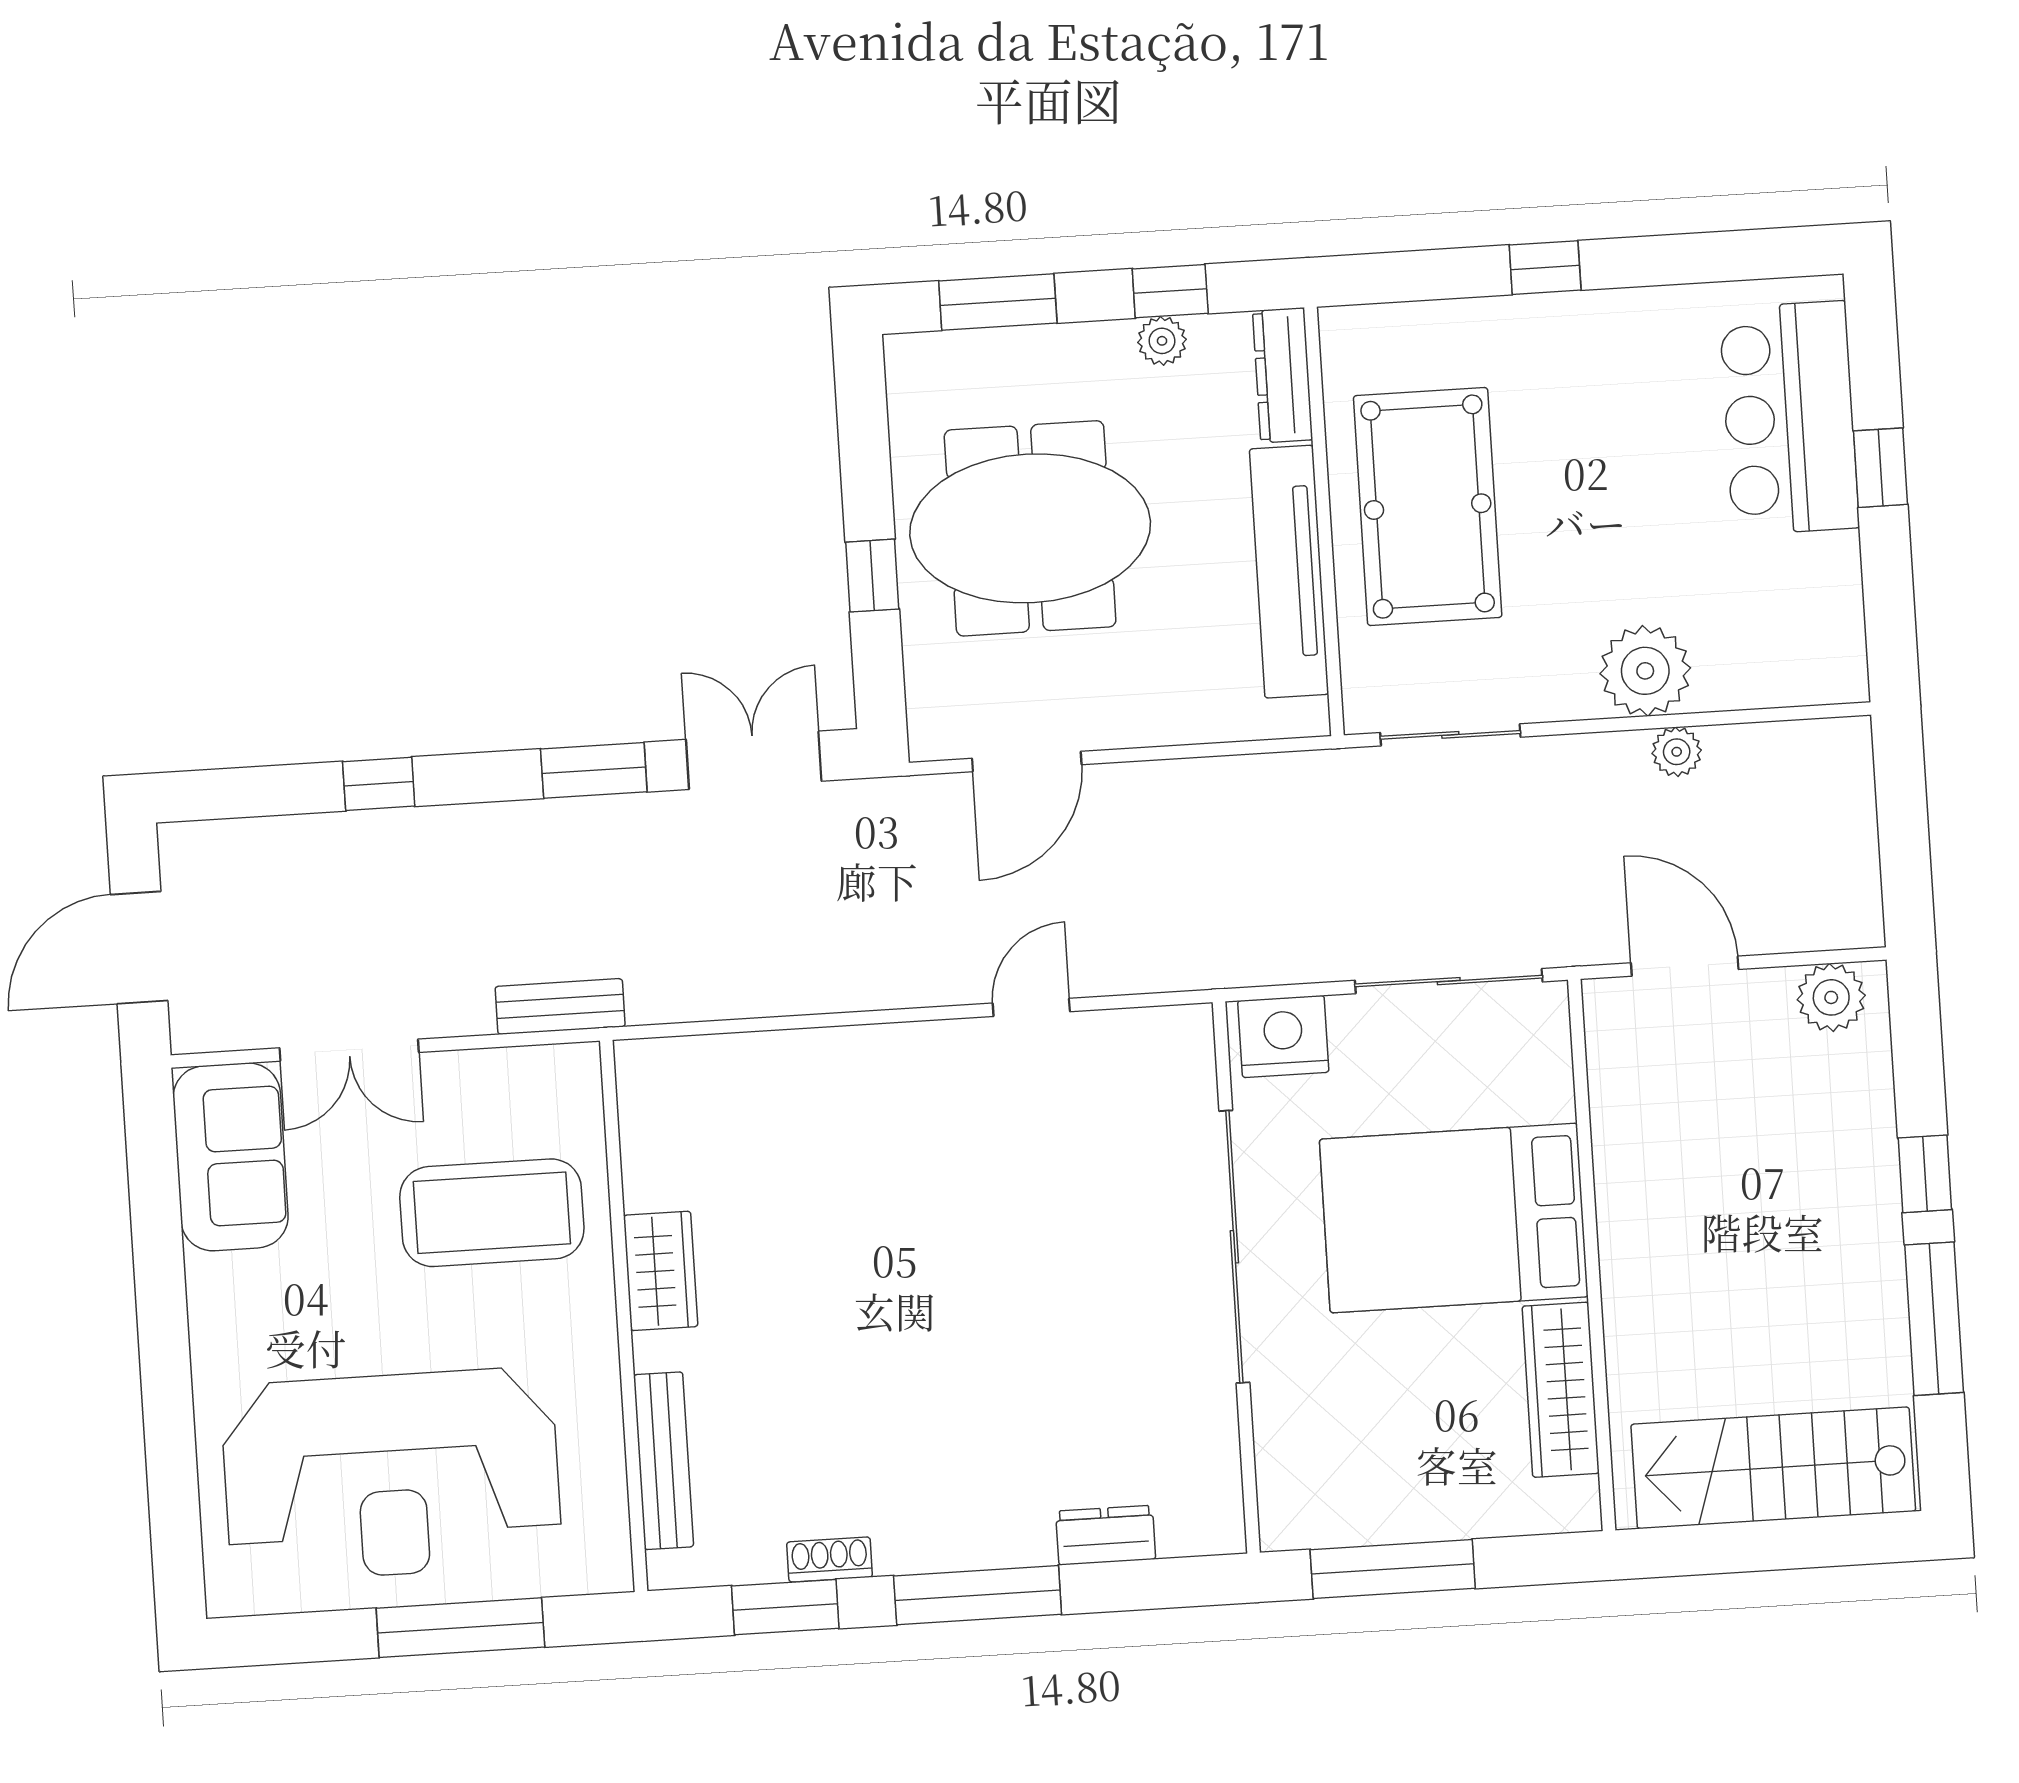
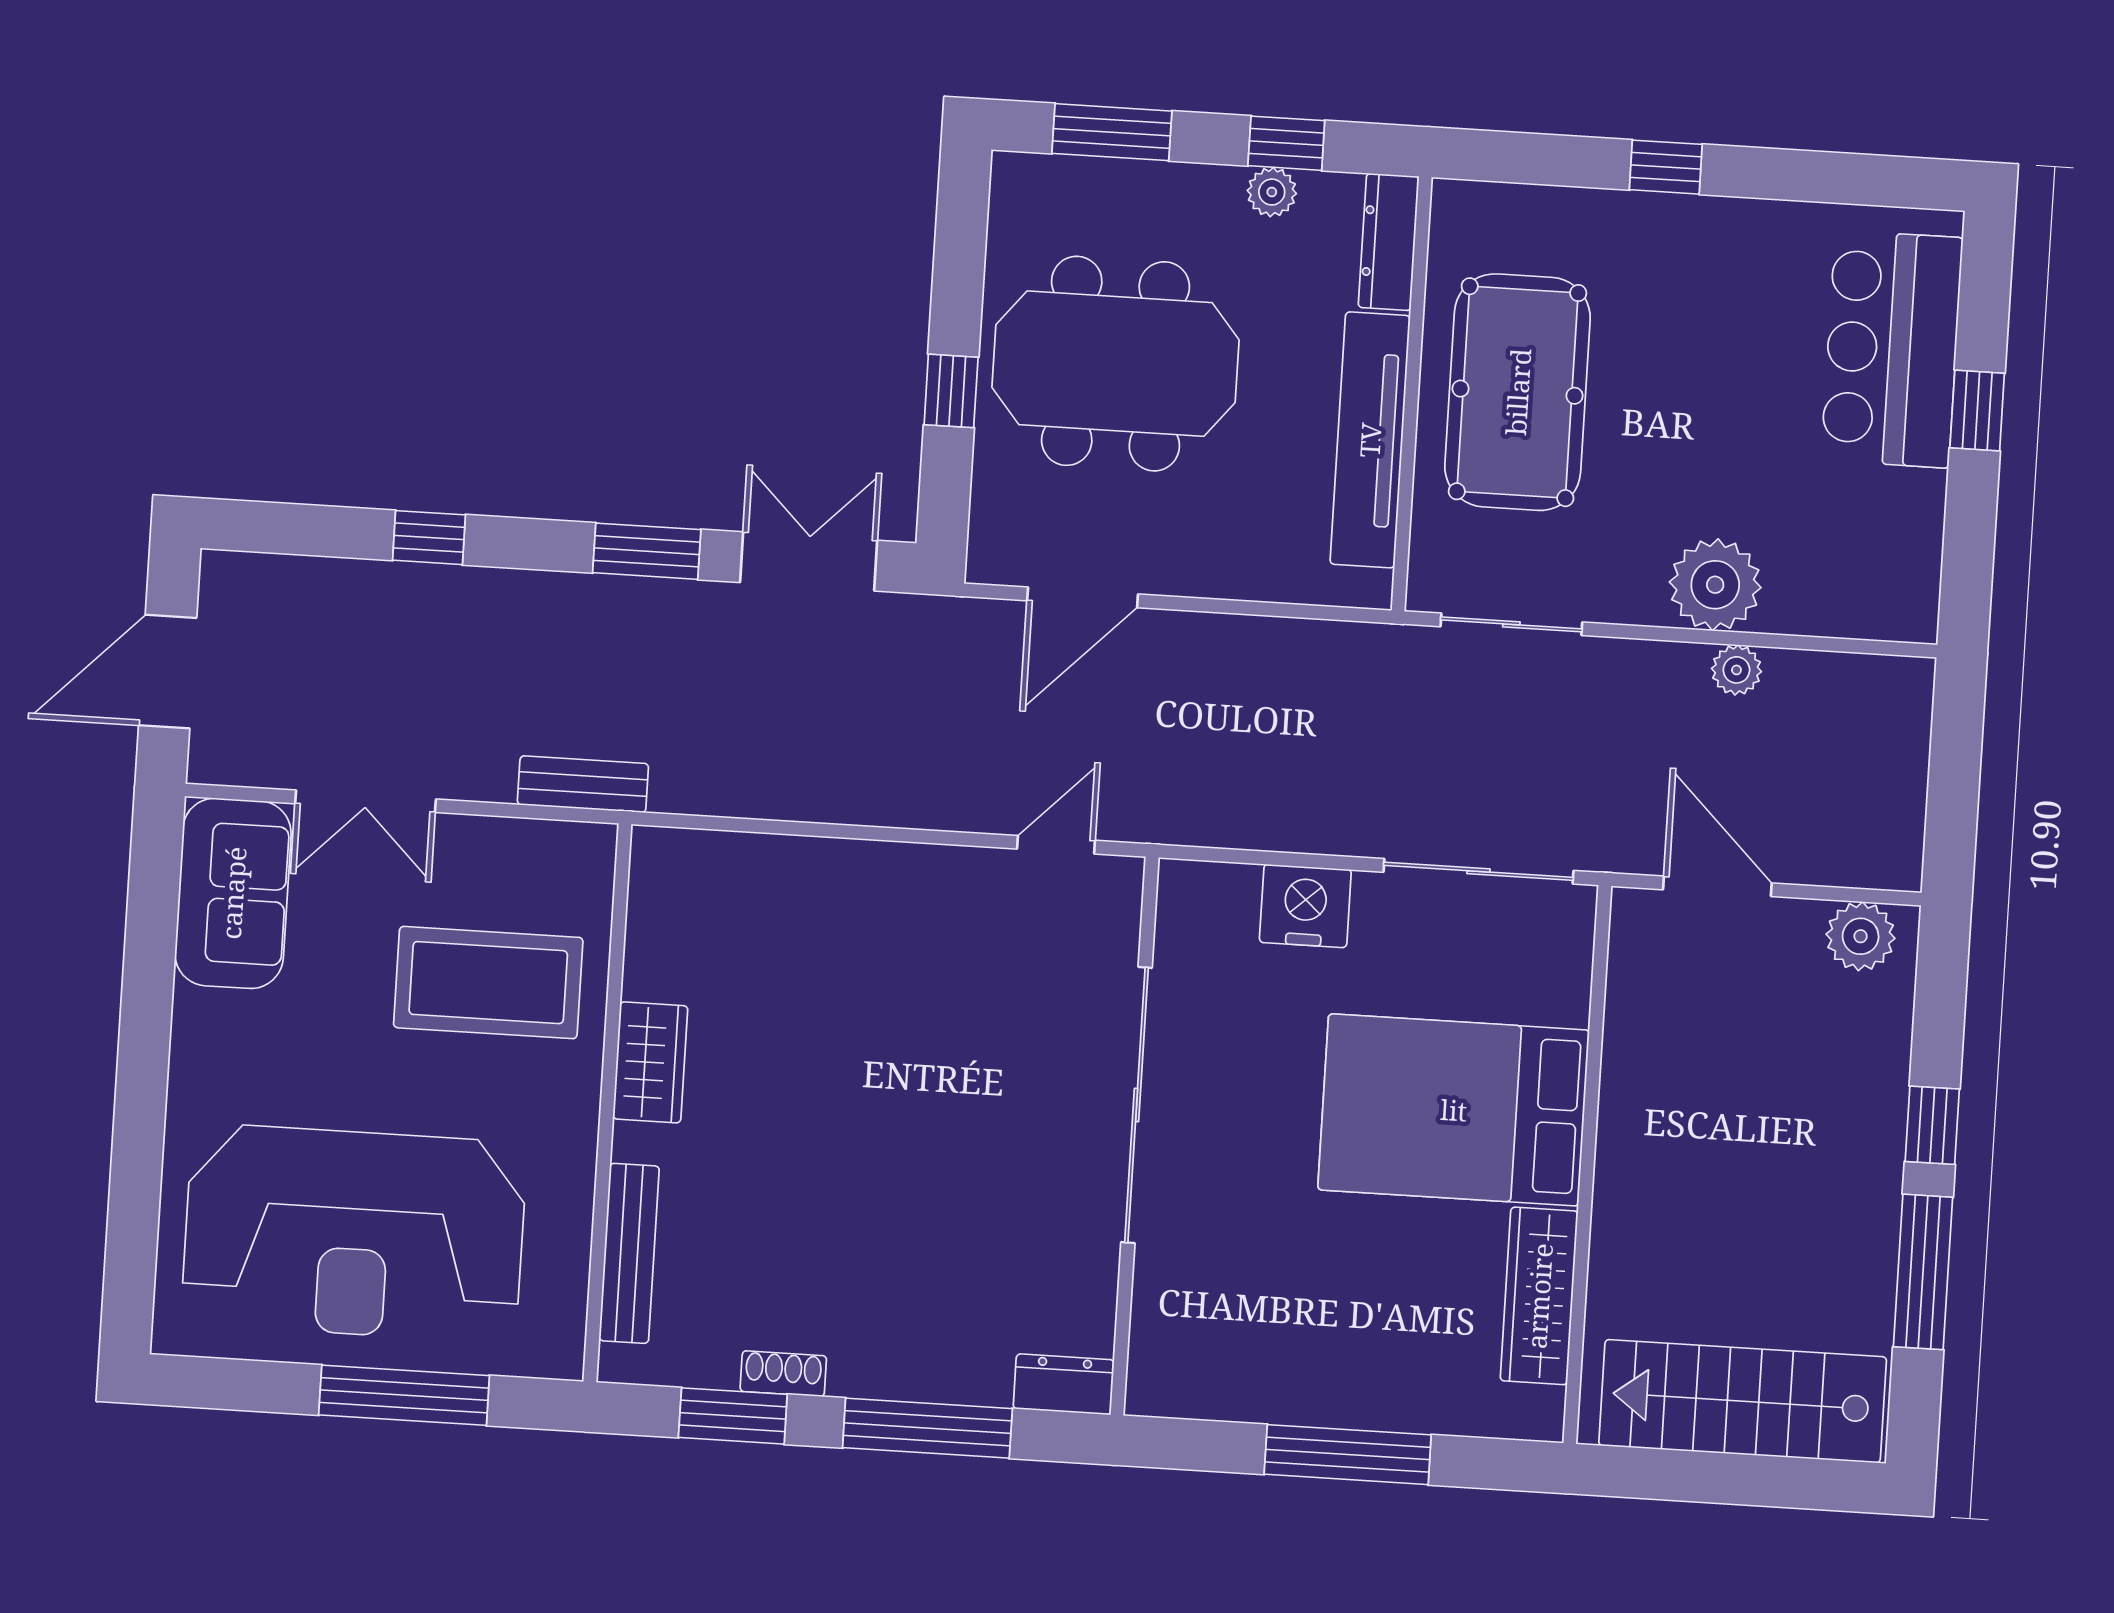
sliding door: (1234, 1247) -> (1137, 1105), moved
wall: (1236, 1277) -> (1135, 1136), moved

